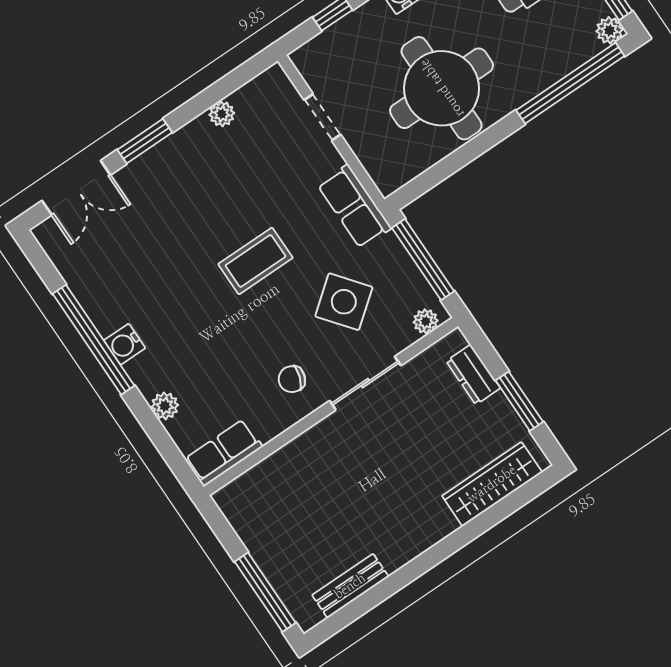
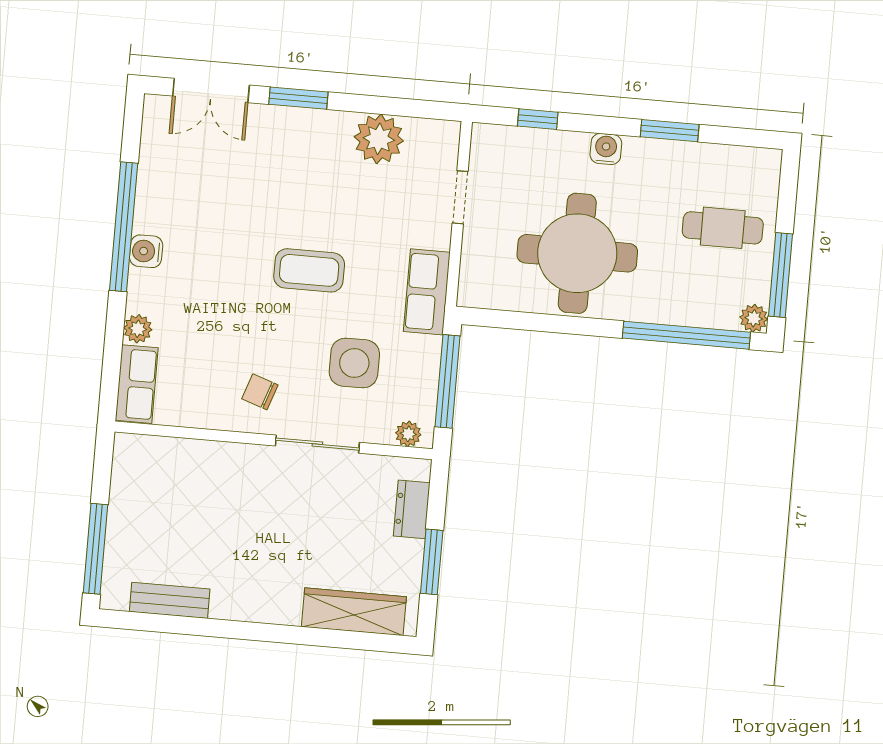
plant: (222, 114) -> (379, 139), width x1.87, depth x1.87
side table: (344, 302) -> (354, 363), turned 38
row of seats: (224, 453) -> (137, 384), moved, turned 90

